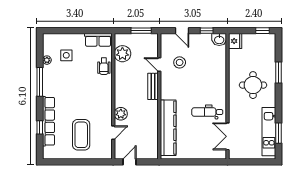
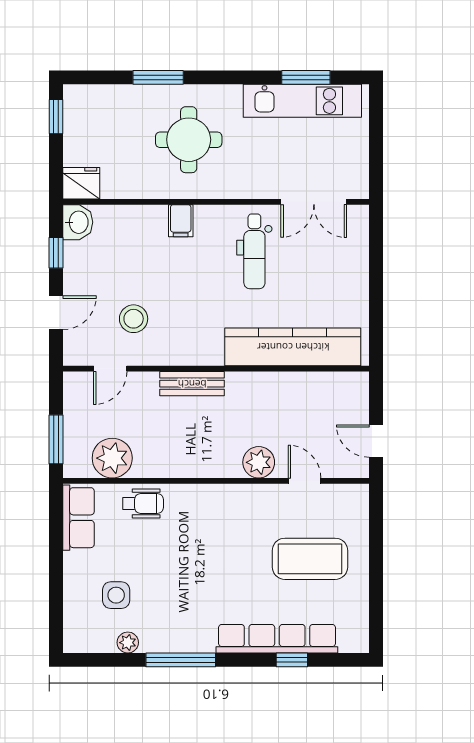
window: (141, 31) -> (56, 439), moved
door: (159, 65) -> (110, 369), moved
filing cabinet: (220, 82) -> (181, 221), added

